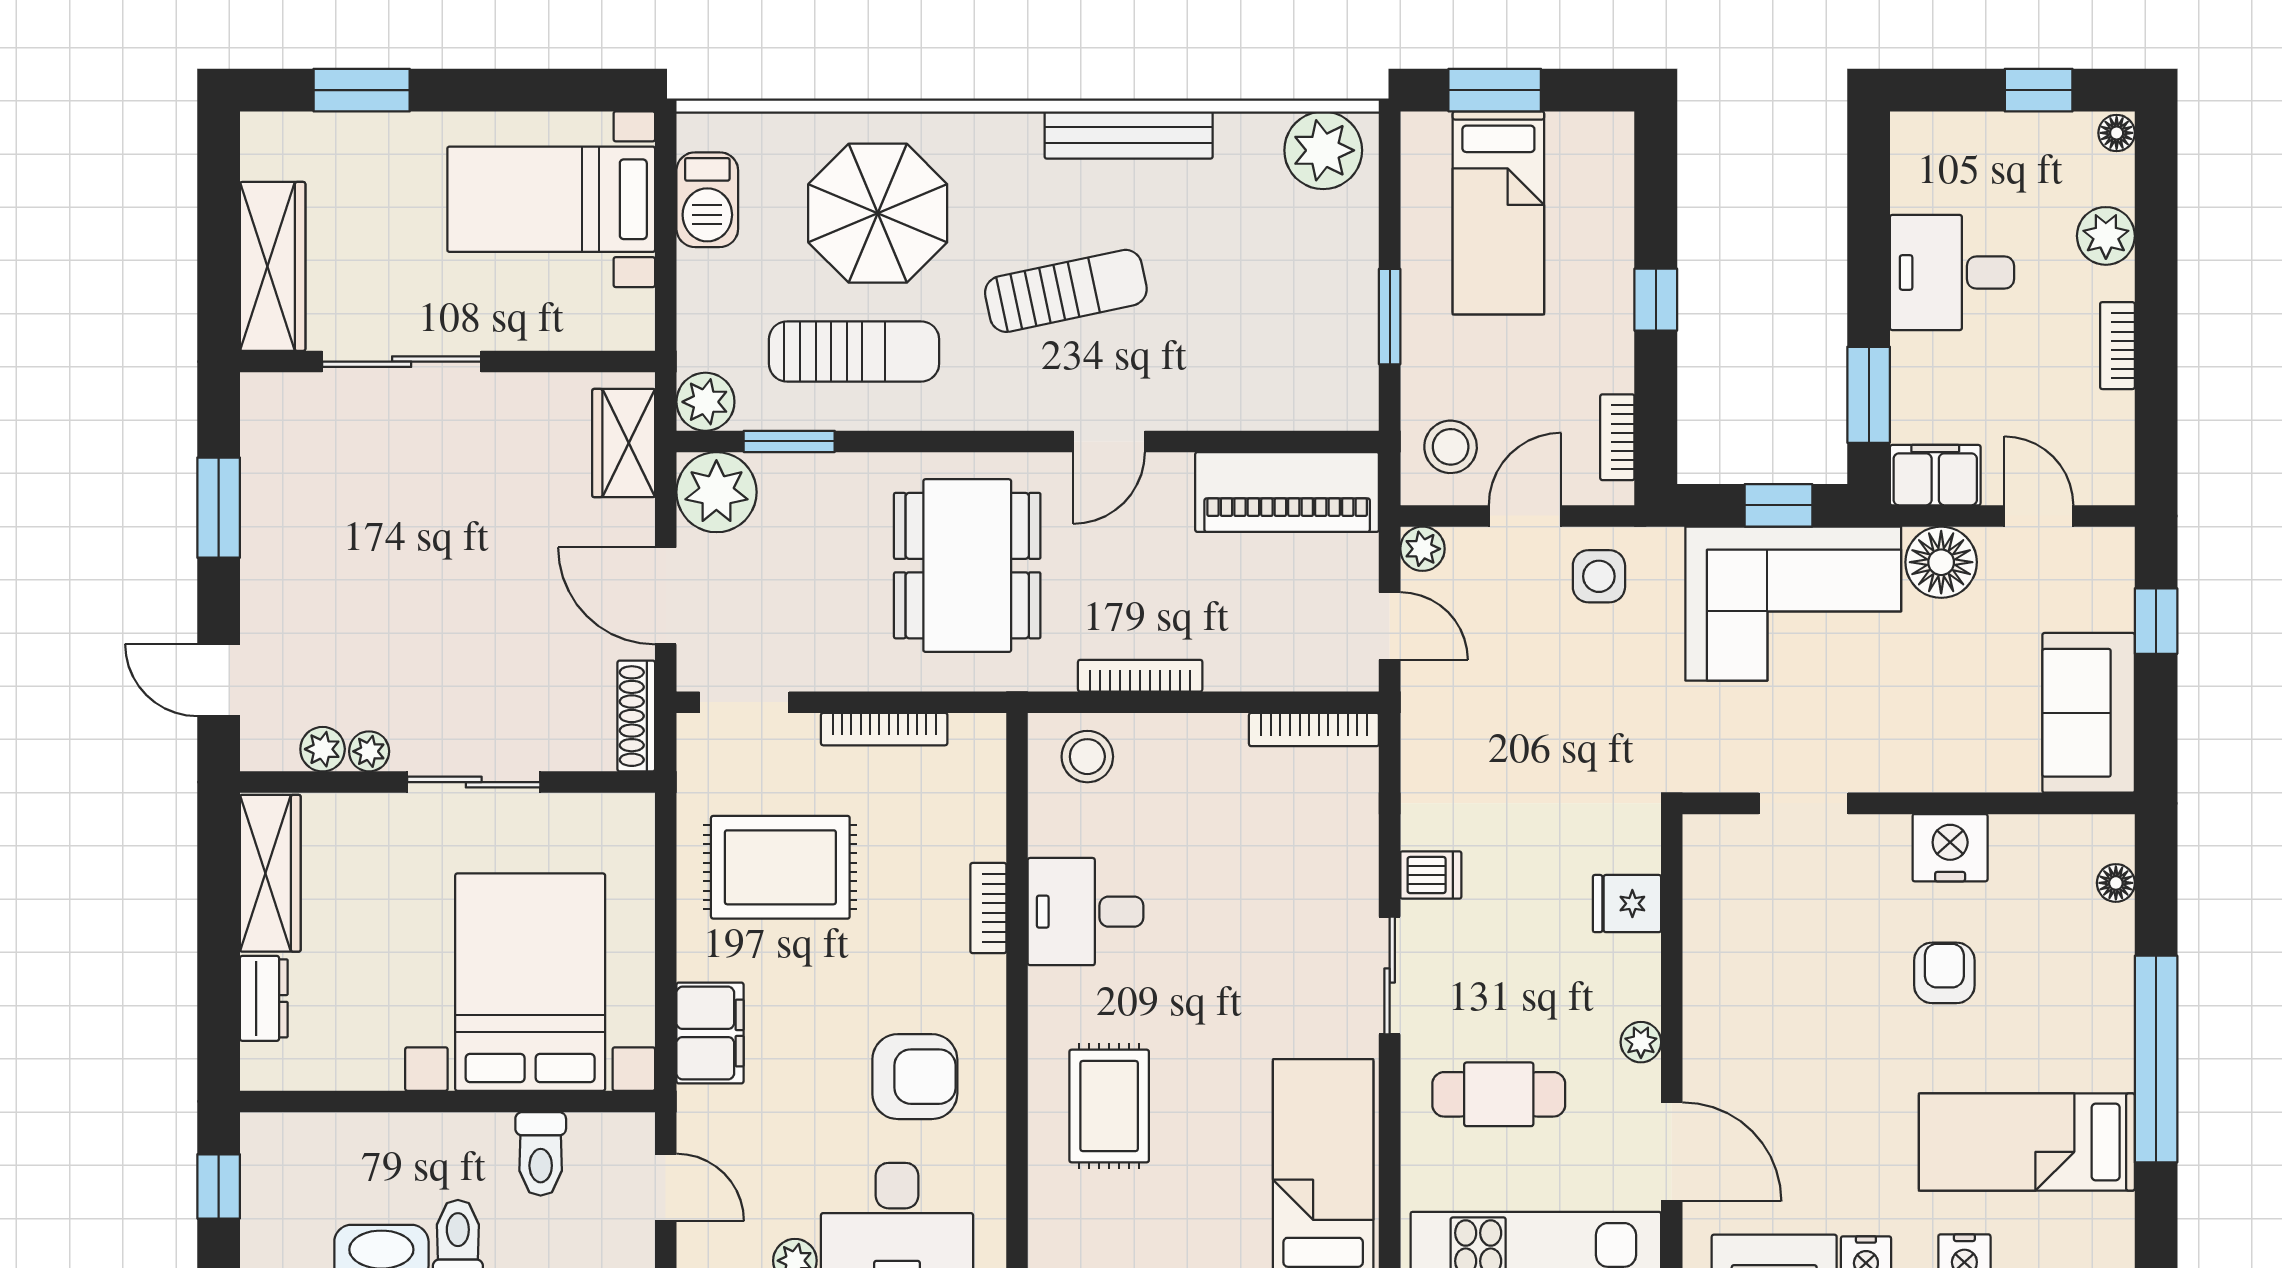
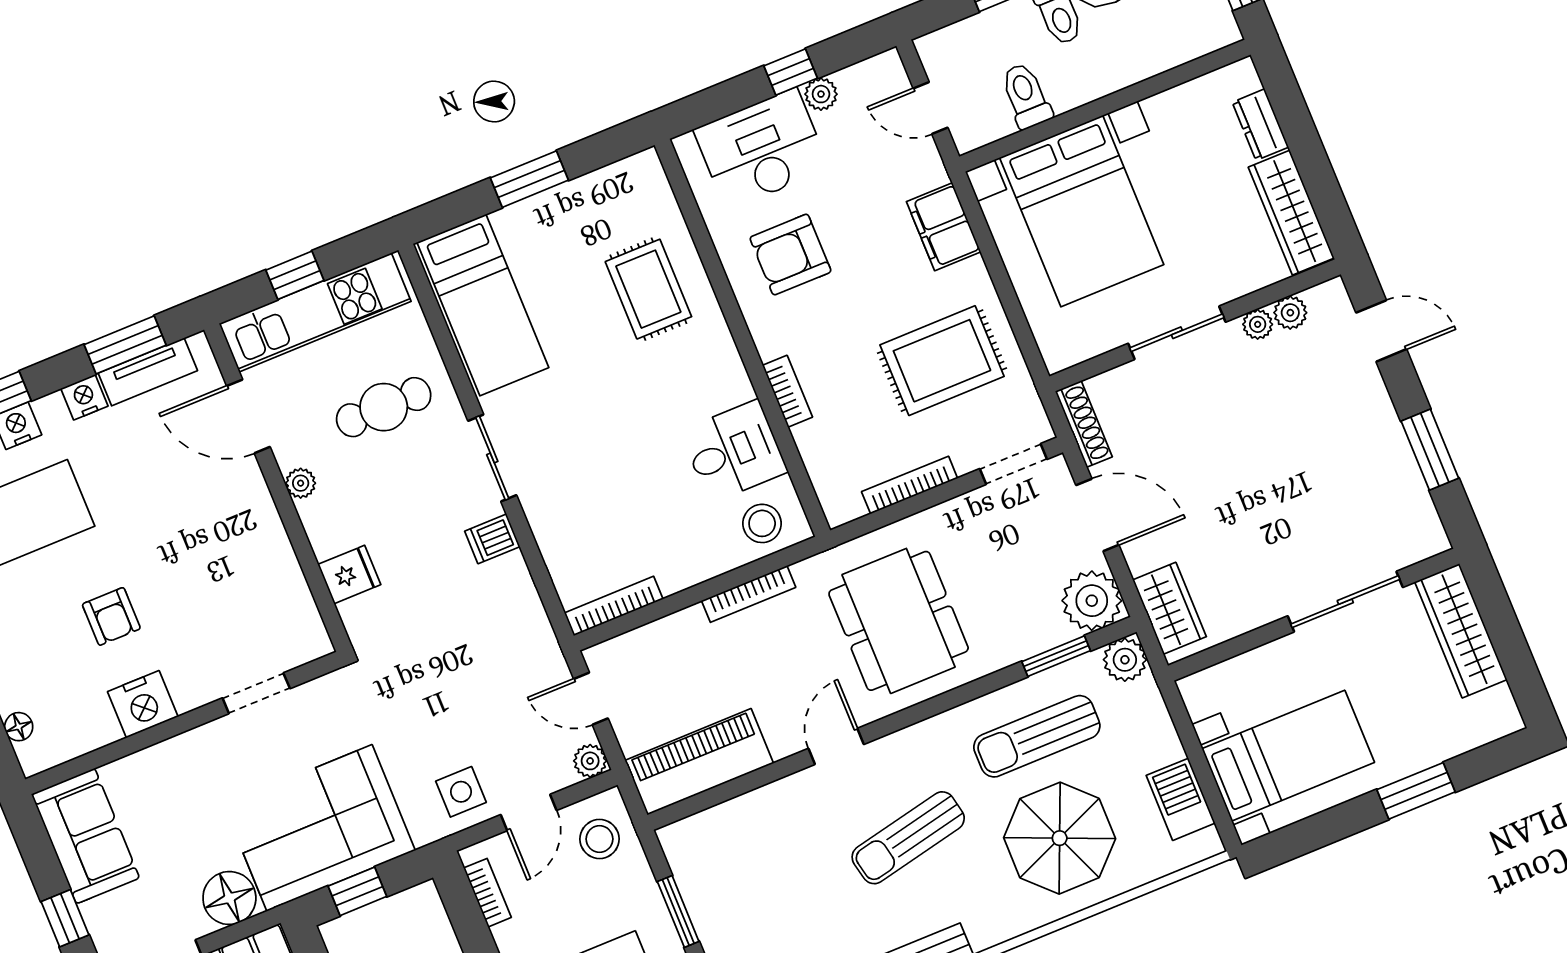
window: (362, 90) -> (1416, 791), moved
desk: (1086, 912) -> (734, 451), moved

